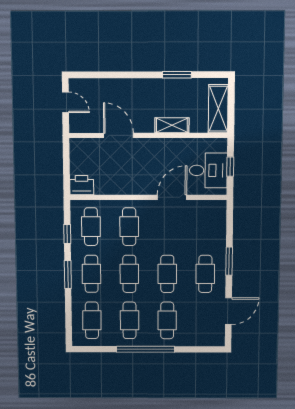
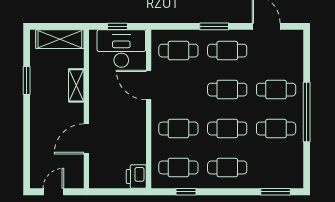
desk: (208, 170) -> (121, 49), width x1.37
window: (68, 275) -> (275, 192), moved
cafe table: (92, 320) -> (178, 51), moved

